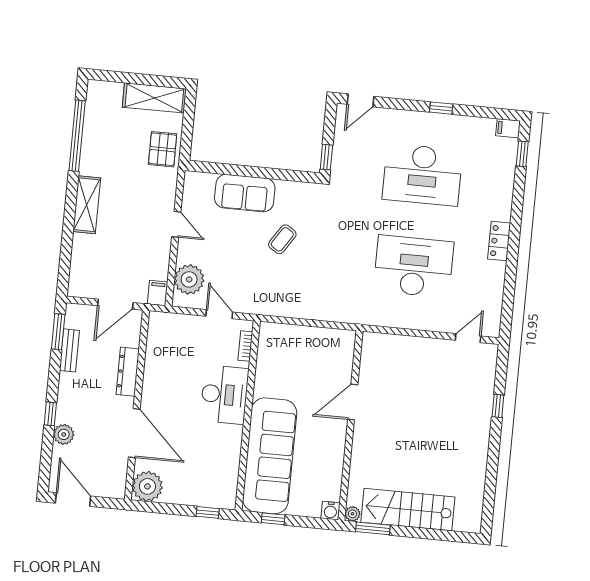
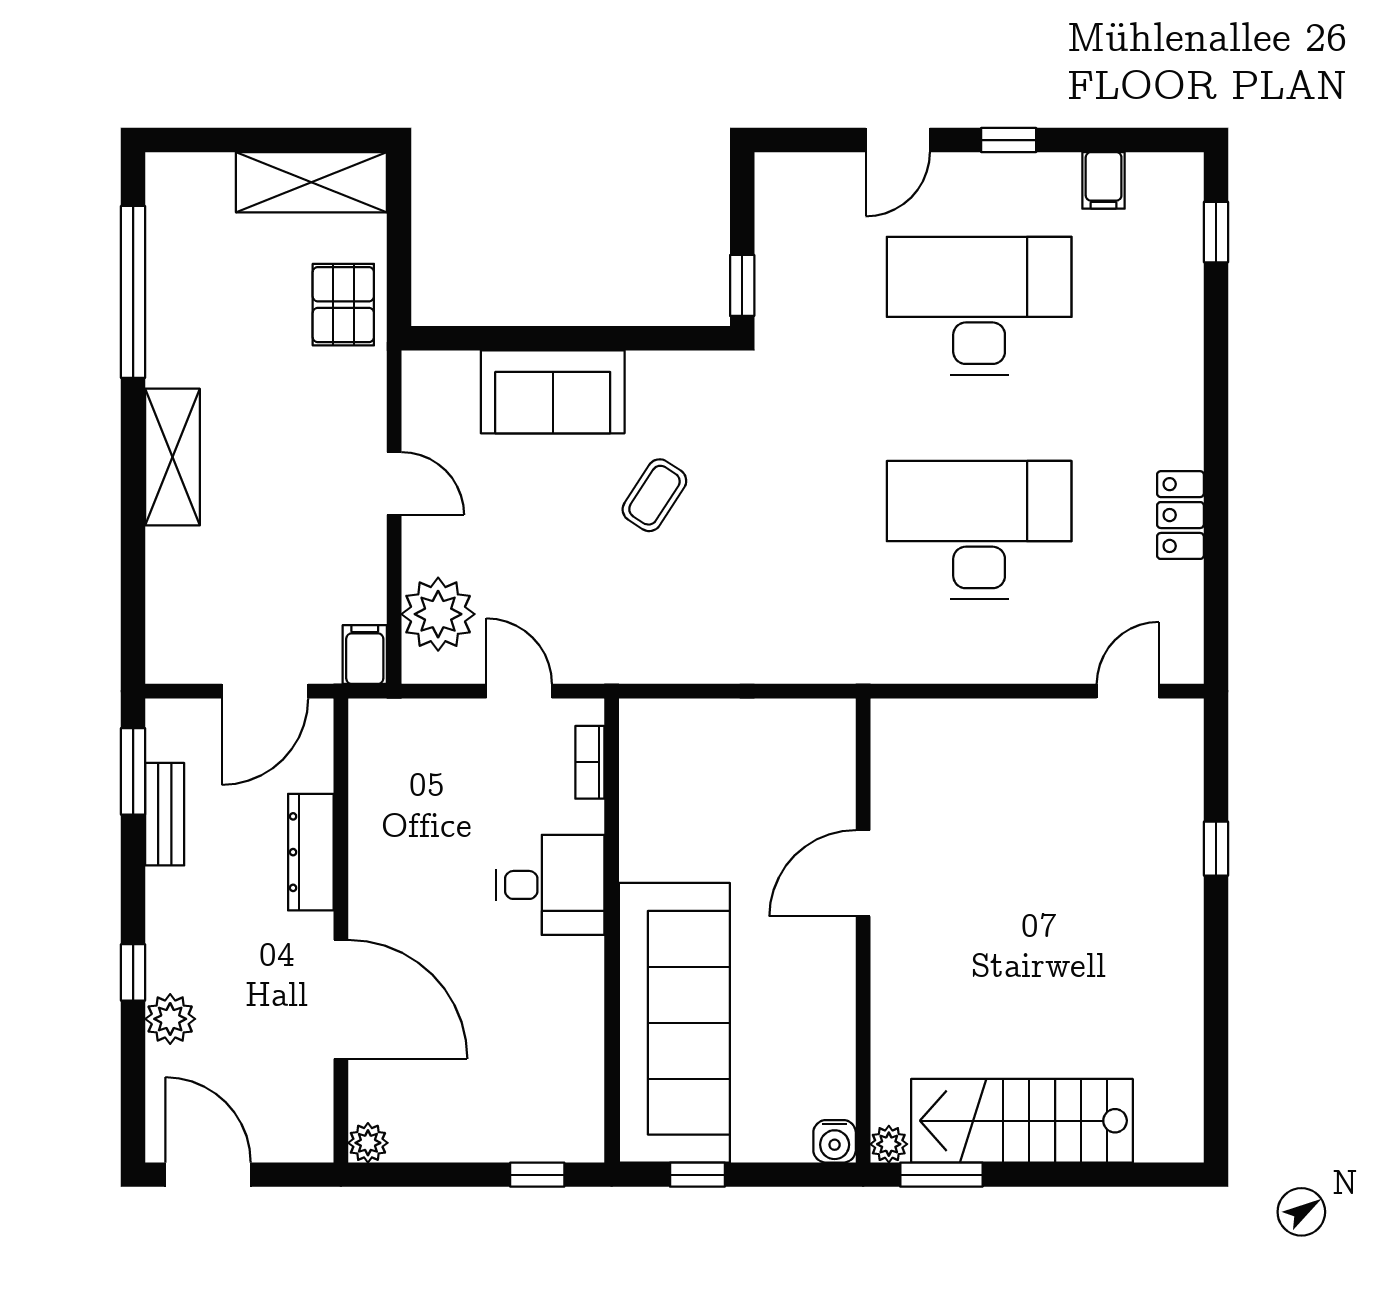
door: (361, 100) -> (898, 140), moved
filing cabinet: (508, 128) -> (1104, 180), moved, turned -90
desk: (422, 175) -> (979, 306), turned 180
locker: (499, 241) -> (1180, 515), moved
desk: (224, 395) -> (550, 885), width x0.73
plant: (147, 486) -> (368, 1143), width x0.53, depth x0.53

